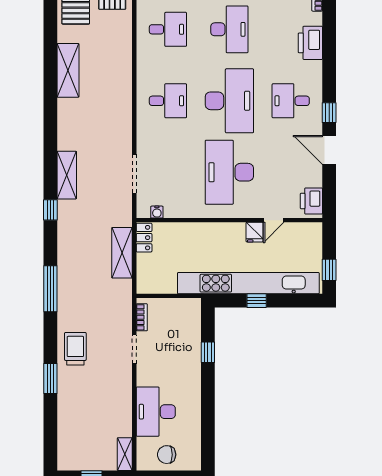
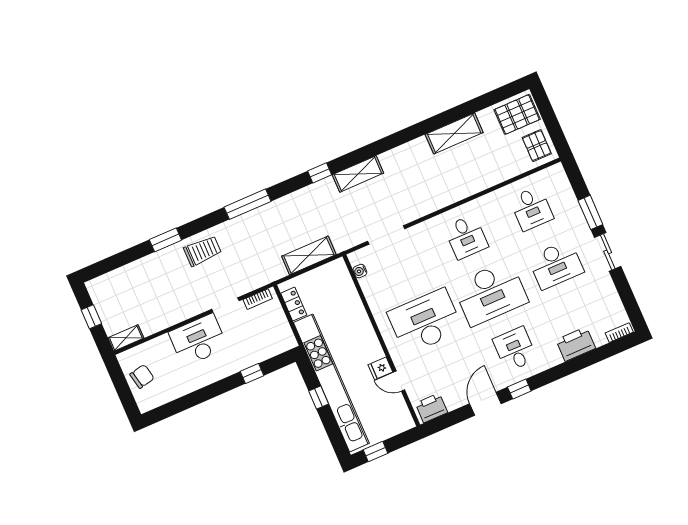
locker: (144, 238) -> (294, 304), moved, turned -90
desk: (156, 412) -> (198, 340), moved
chair: (167, 455) -> (142, 376), turned 78

